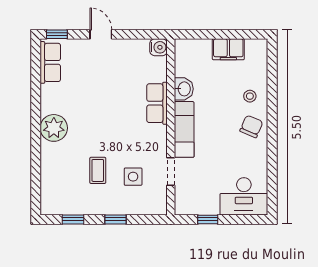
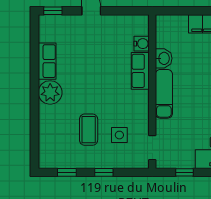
water cooler: (159, 47) -> (142, 44), moved
row of seats: (50, 62) -> (47, 61), moved
coffee table: (98, 170) -> (89, 130), width x1.36, depth x1.30
doorway: (171, 171) -> (152, 148), moved

